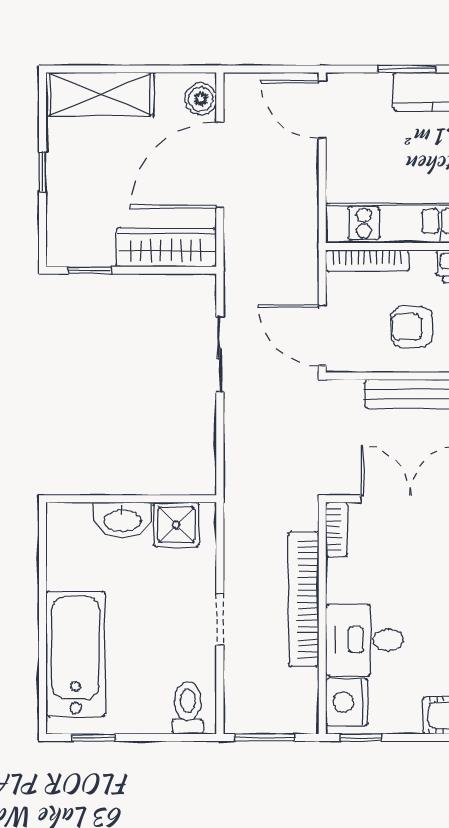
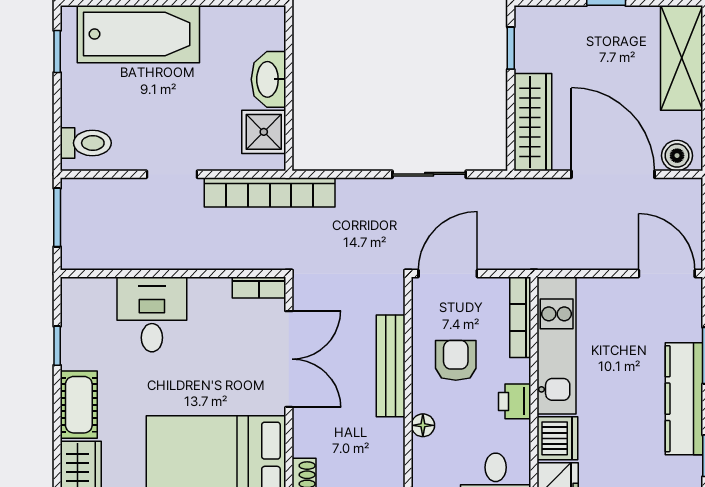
door: (322, 110) -> (667, 274), hinge flipped
bookcase: (304, 599) -> (270, 192), moved, turned 180
nightstand: (347, 702) -> (91, 297), removed
window: (361, 738) -> (57, 346), moved

